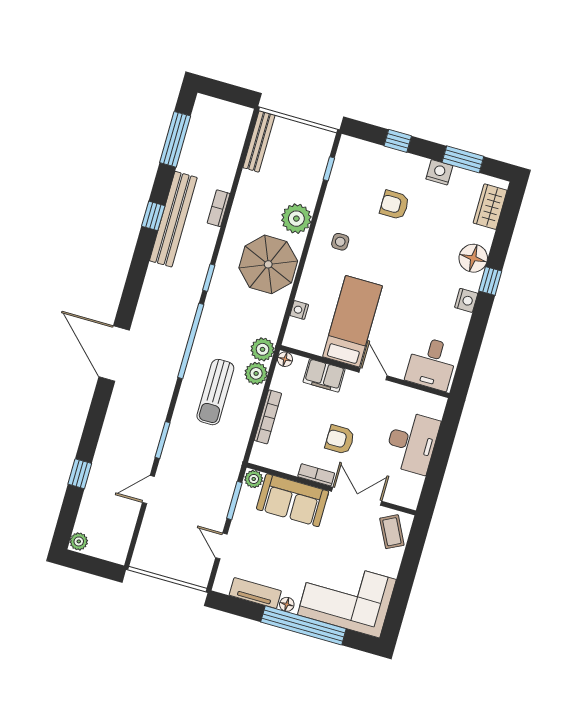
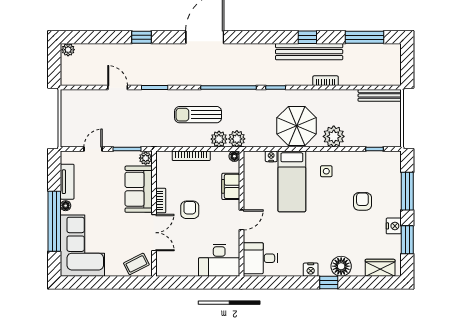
window: (398, 141) -> (407, 191), width x2.17
bed: (352, 321) -> (292, 181), moved, turned 90
desk: (412, 442) -> (219, 260), moved
window: (80, 474) -> (141, 37), moved

